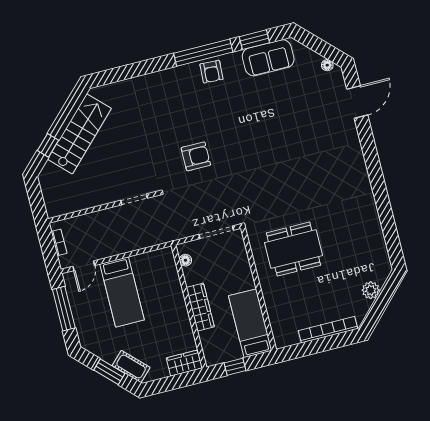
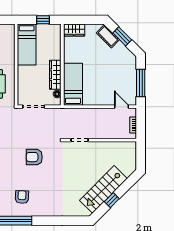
armchair: (211, 72) -> (22, 197), moved
window: (48, 145) -> (112, 200), moved
door: (84, 266) -> (122, 107), hinge flipped
bed: (122, 292) -> (73, 84), moved
wardrobe: (200, 307) -> (55, 75), moved

